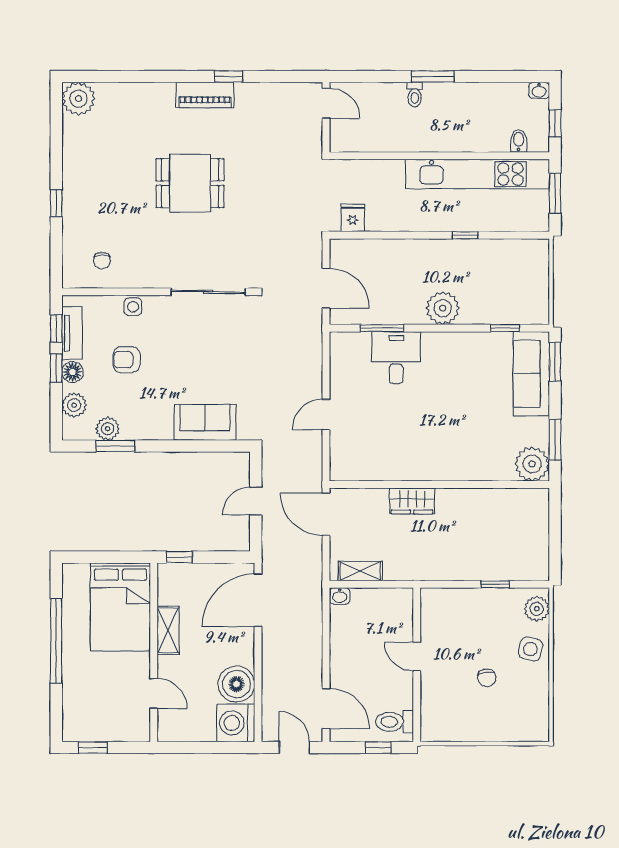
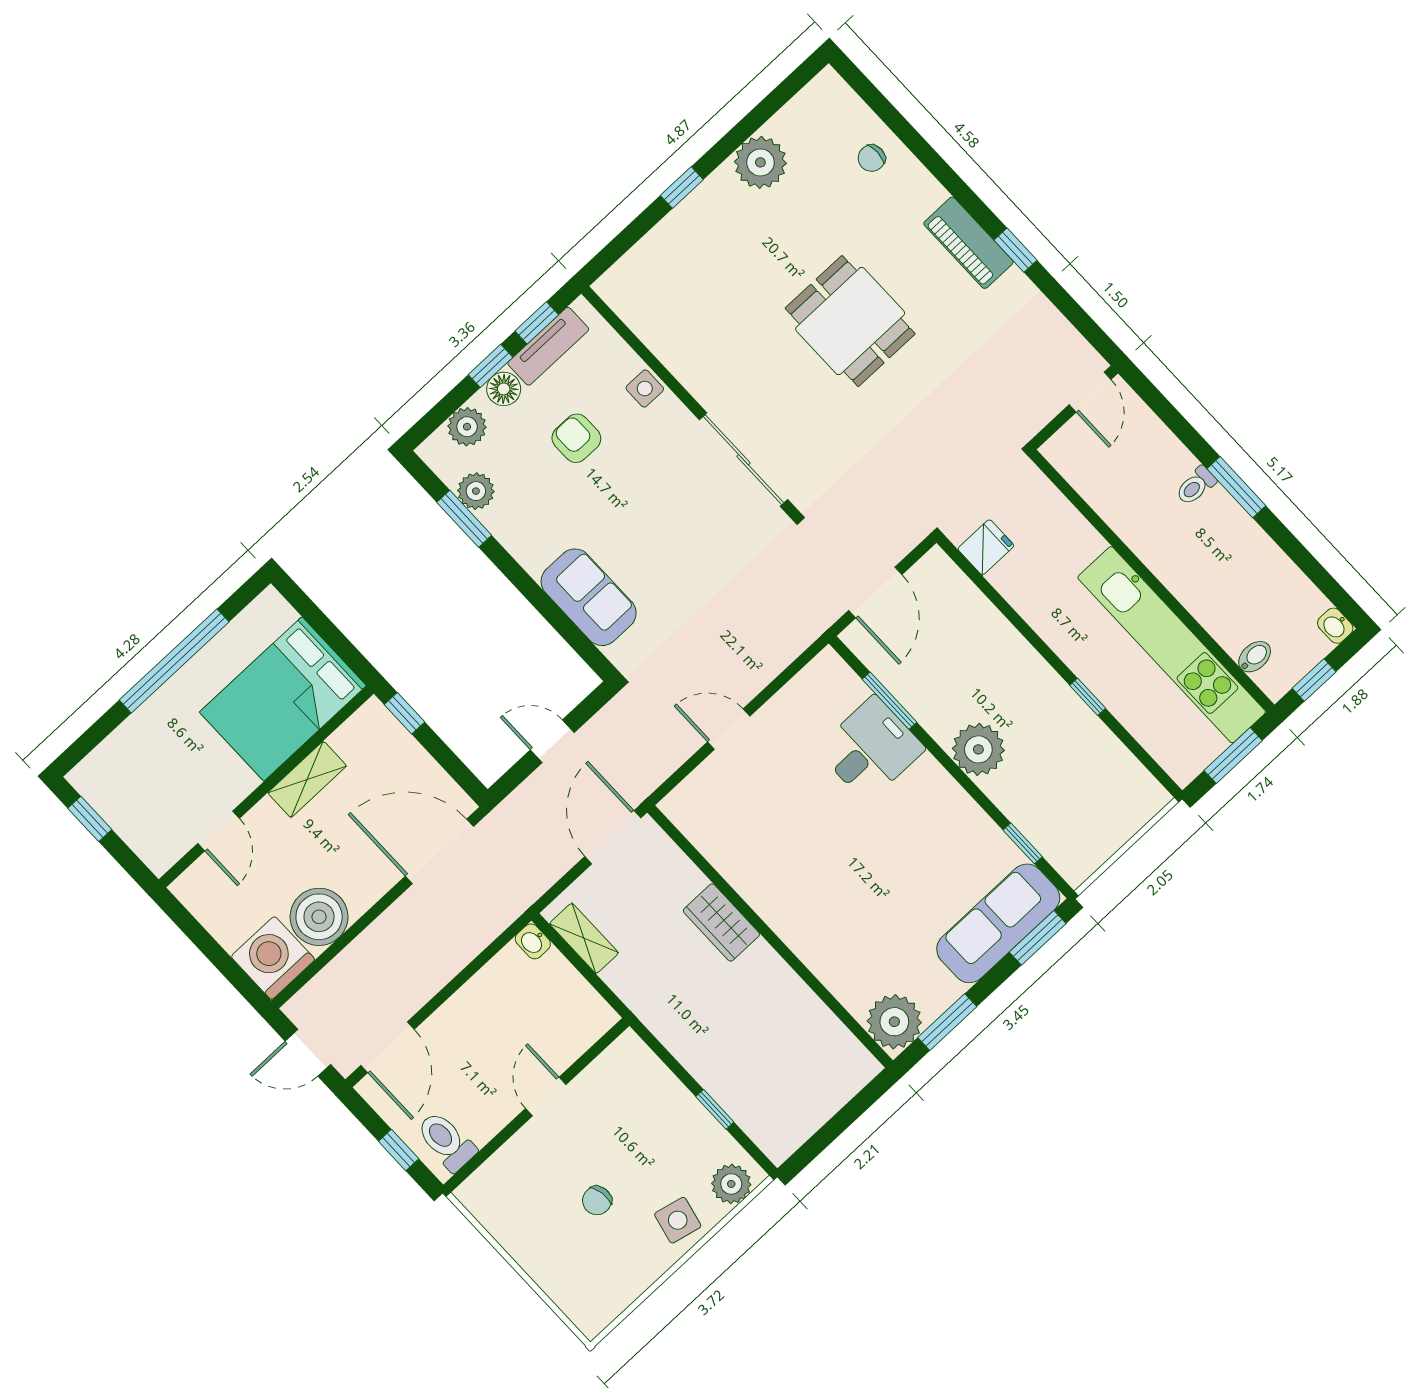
plant: (78, 99) -> (760, 162), moved
chair: (102, 261) -> (872, 158), moved
door: (294, 748) -> (308, 1053), swing flipped

